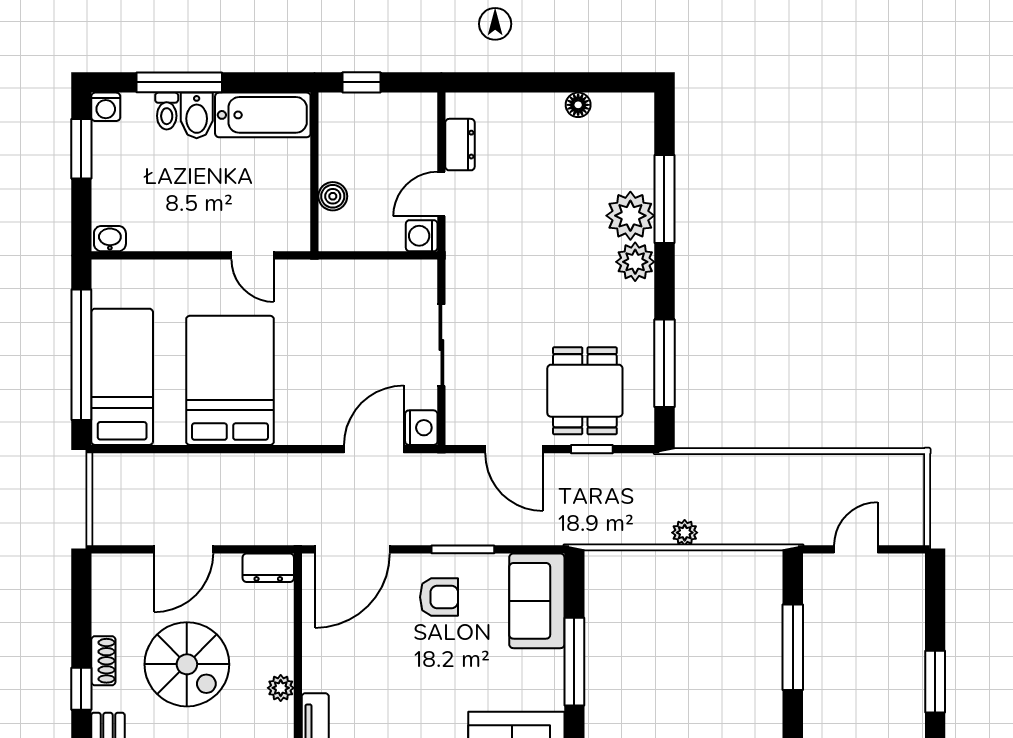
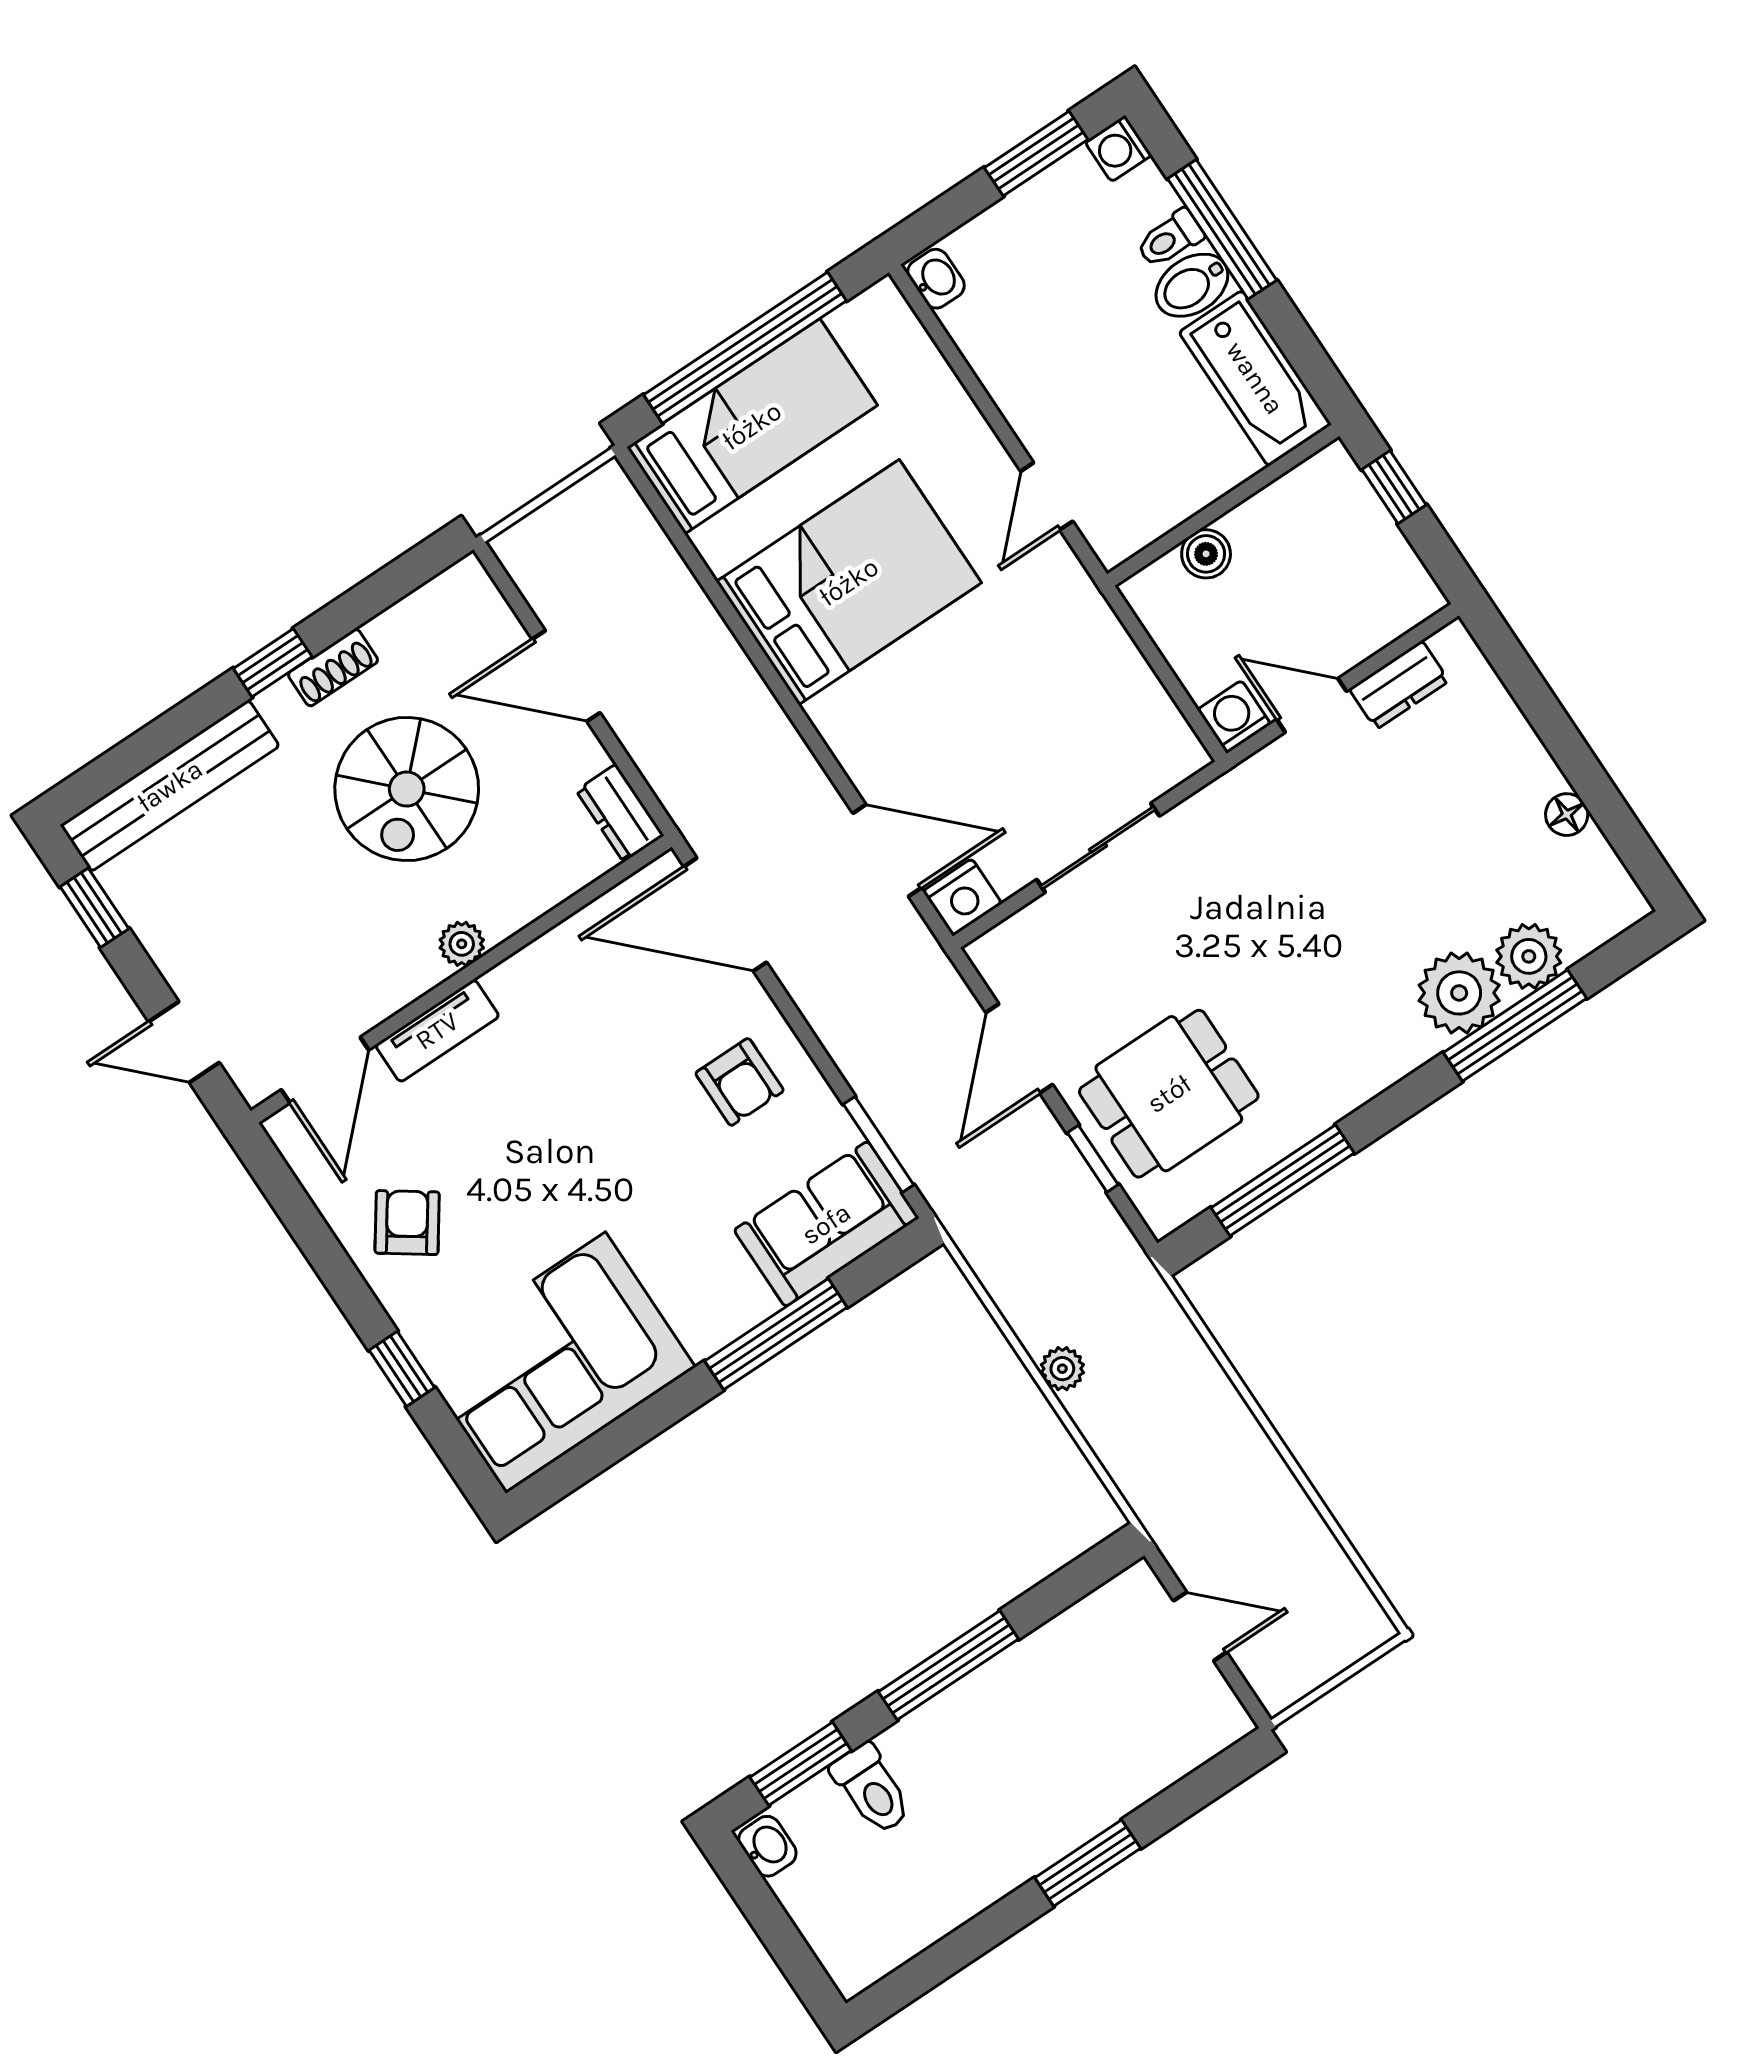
plant: (635, 262) -> (1529, 956), moved
window: (463, 549) -> (879, 1144), moved
window: (793, 647) -> (948, 1665), moved

